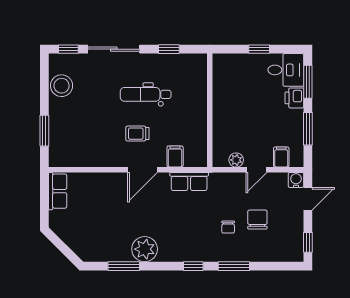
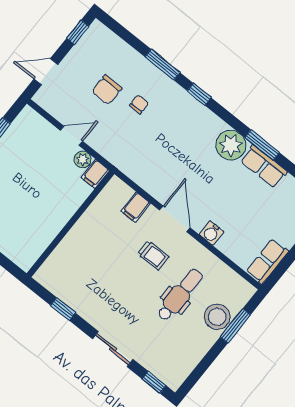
sliding door: (114, 49) -> (113, 349), width x0.73
stool: (62, 86) -> (217, 317), moved
dental chair: (146, 94) -> (180, 295), moved, turned -90
filing cabinet: (281, 157) -> (95, 174), moved
door: (143, 170) -> (175, 219), hinge flipped
water cooler: (296, 180) -> (211, 233), moved
row of seats: (189, 181) -> (264, 166), moved, turned 180

